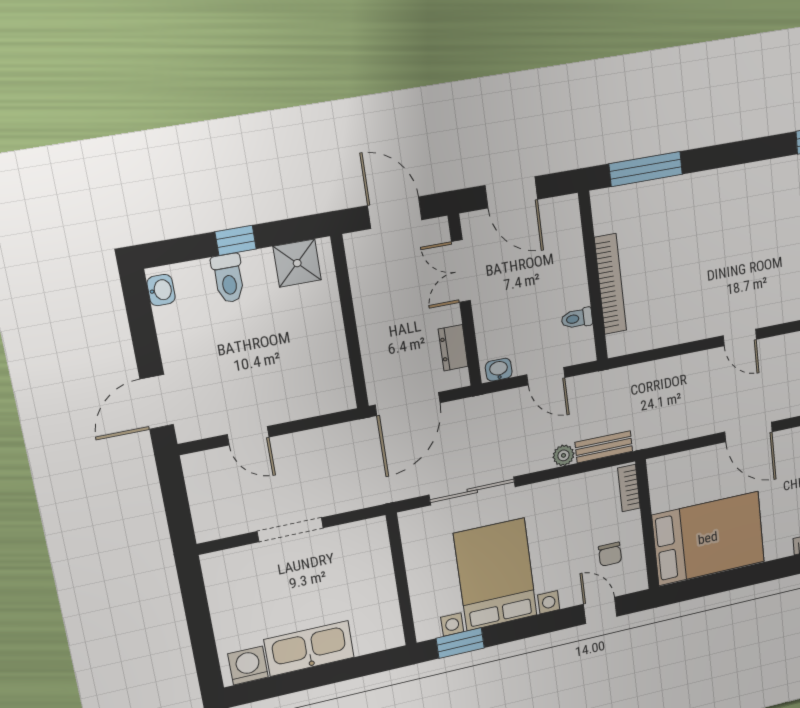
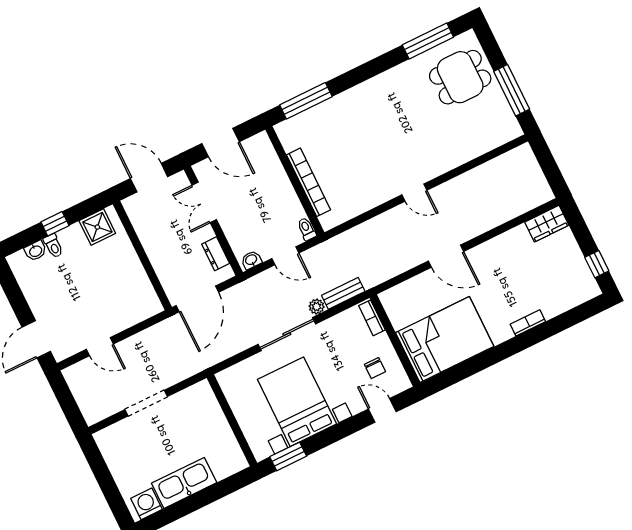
toilet: (228, 278) -> (53, 246), width x0.73, depth x0.72
washbasin: (161, 290) -> (35, 251), moved, turned 90
toilet: (577, 318) -> (307, 229), moved, turned 90
sliding door: (472, 491) -> (287, 334), moved

